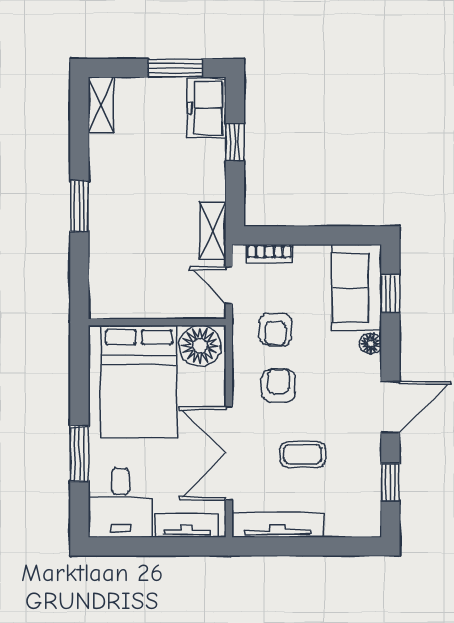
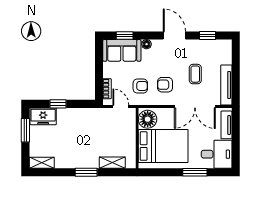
shelving: (213, 230) -> (112, 163), moved
door: (229, 285) -> (121, 107), swing flipped

